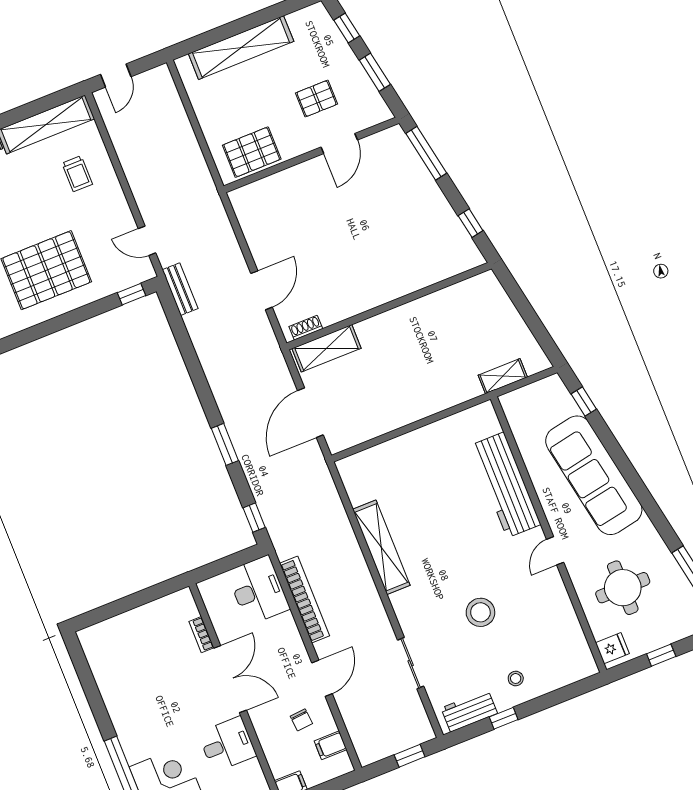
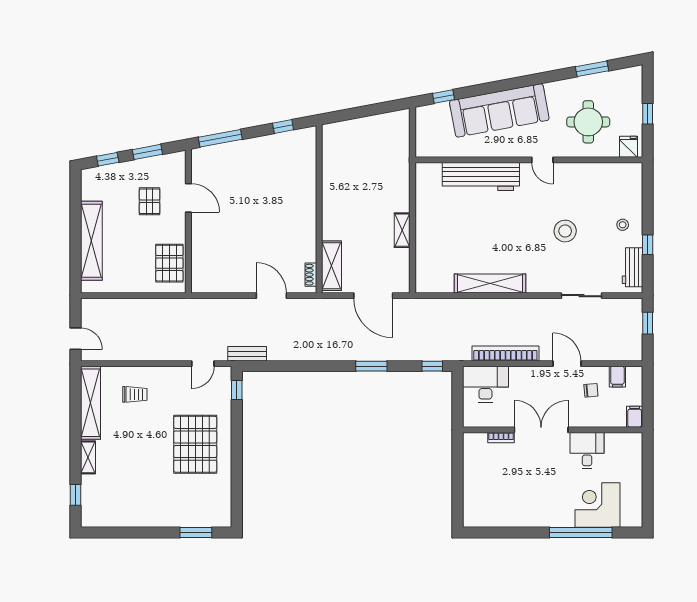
shelving: (503, 376) -> (402, 230), moved

